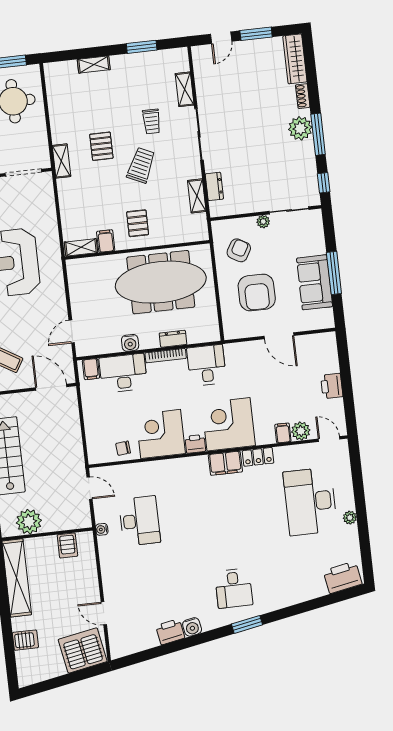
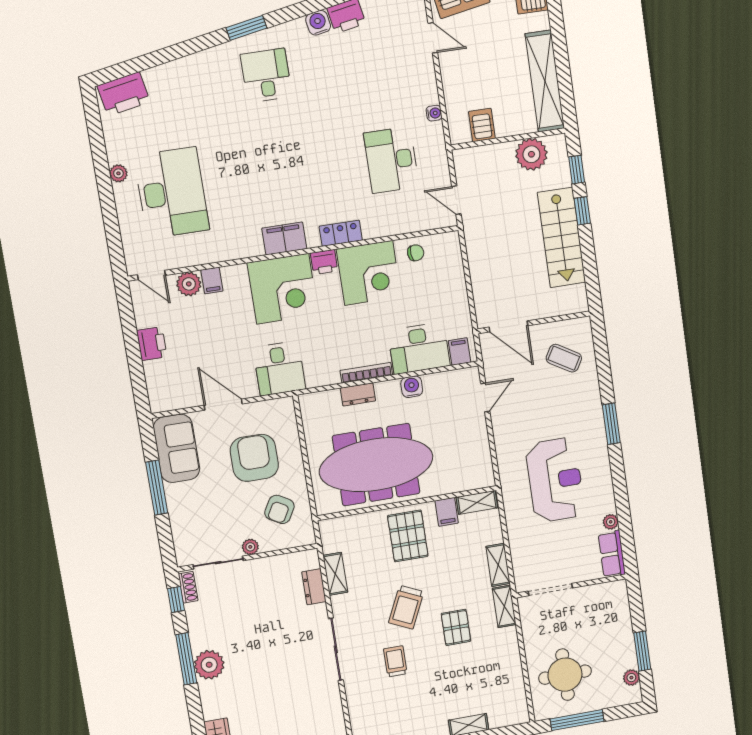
shelving: (185, 89) -> (498, 565), moved
shoe rack: (303, 96) -> (188, 587), moved
pallet: (138, 223) -> (408, 536), width x1.50, depth x1.42
sofa: (315, 282) -> (176, 448), moved
desk: (207, 365) -> (279, 368), moved
locker: (258, 457) -> (341, 233), moved
water cooler: (102, 529) -> (434, 113), moved

